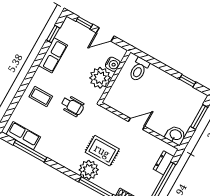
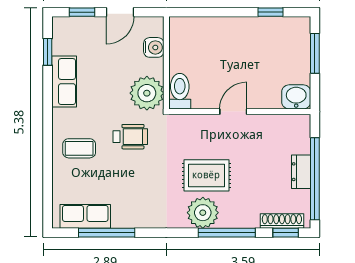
toilet: (139, 69) -> (180, 91), moved, turned 180
plant: (100, 78) -> (147, 93), moved
dresser: (164, 163) -> (301, 172), moved

